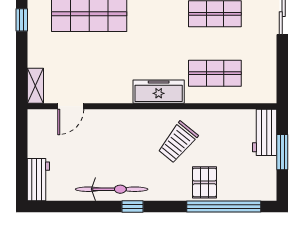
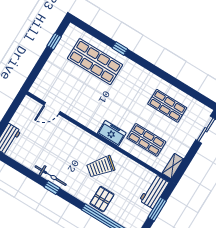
shelving: (35, 86) -> (173, 166), moved
freezer: (159, 92) -> (112, 133), width x0.71
bicycle: (112, 189) -> (51, 176), width x0.73, depth x0.71

